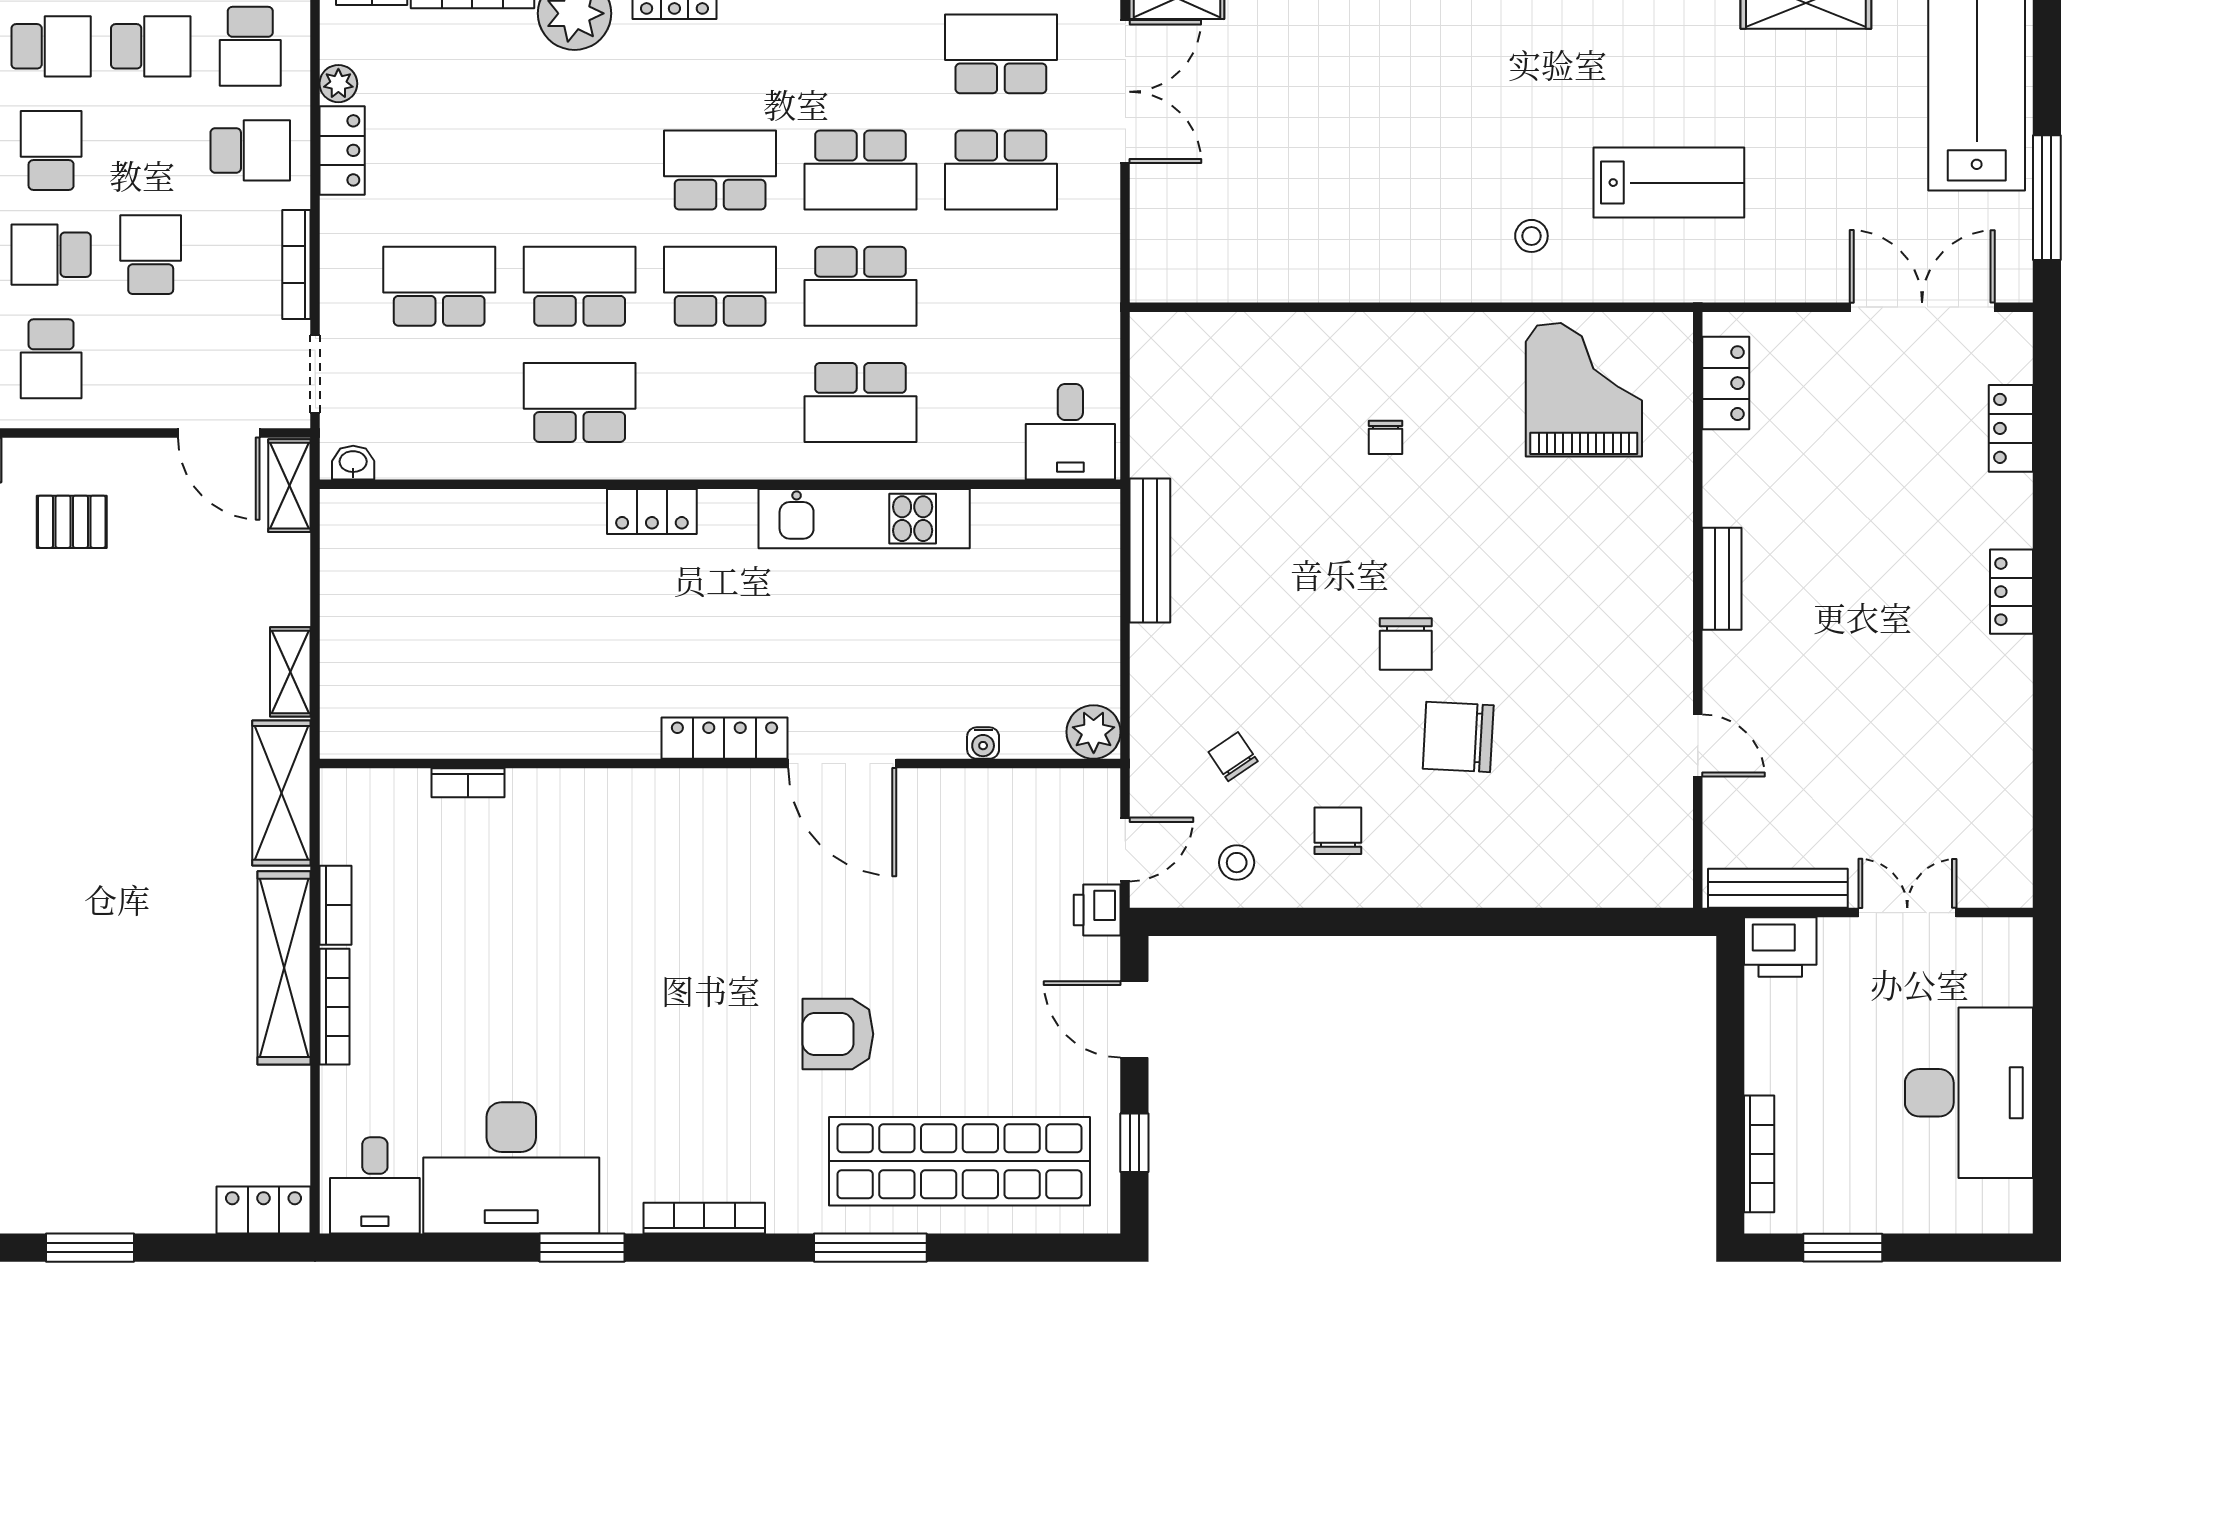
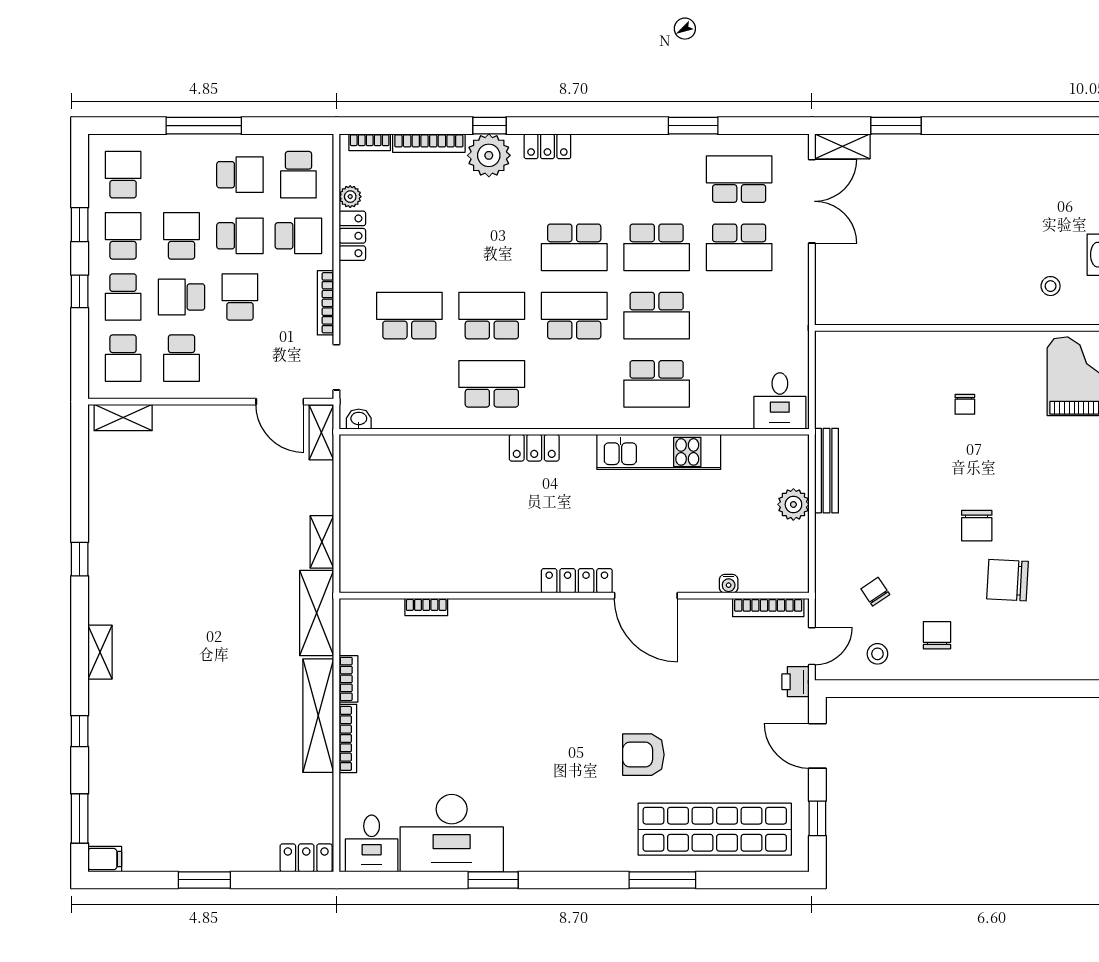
school desk: (51, 46) -> (240, 236), moved
school desk: (720, 170) -> (574, 247), turned 180
pallet: (72, 522) -> (194, 454), removed
plant: (1094, 732) -> (793, 504), moved
bookcase: (704, 1218) -> (768, 608), moved, turned 180

